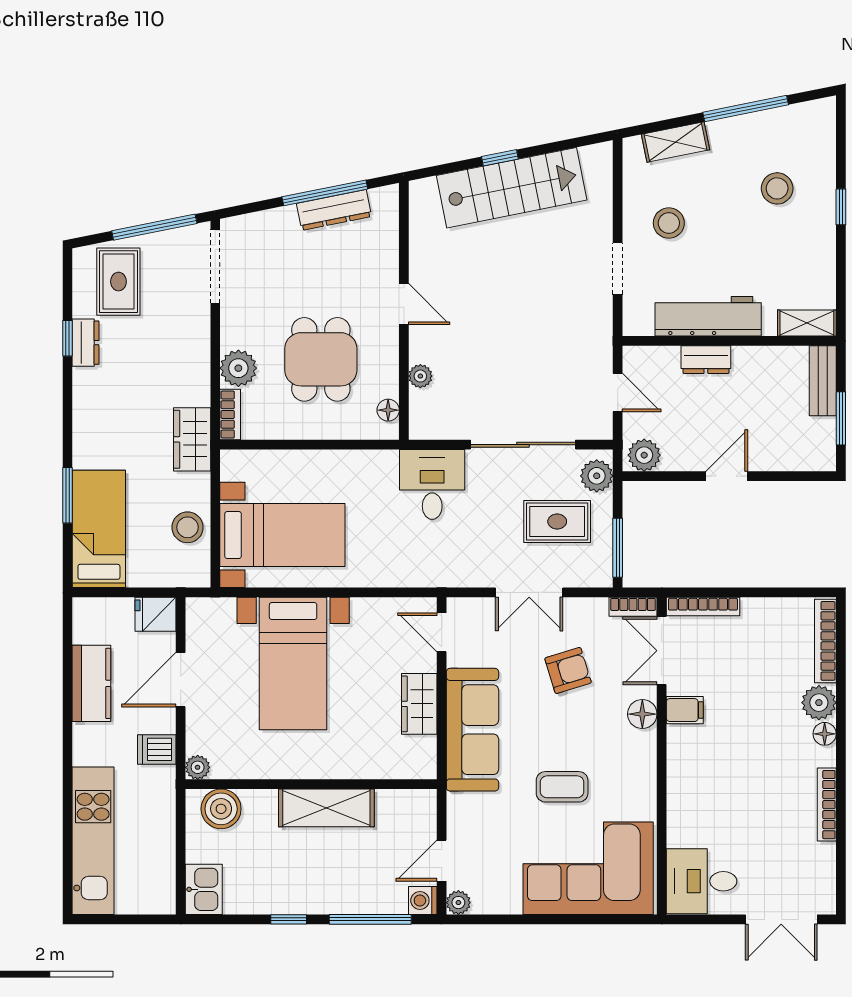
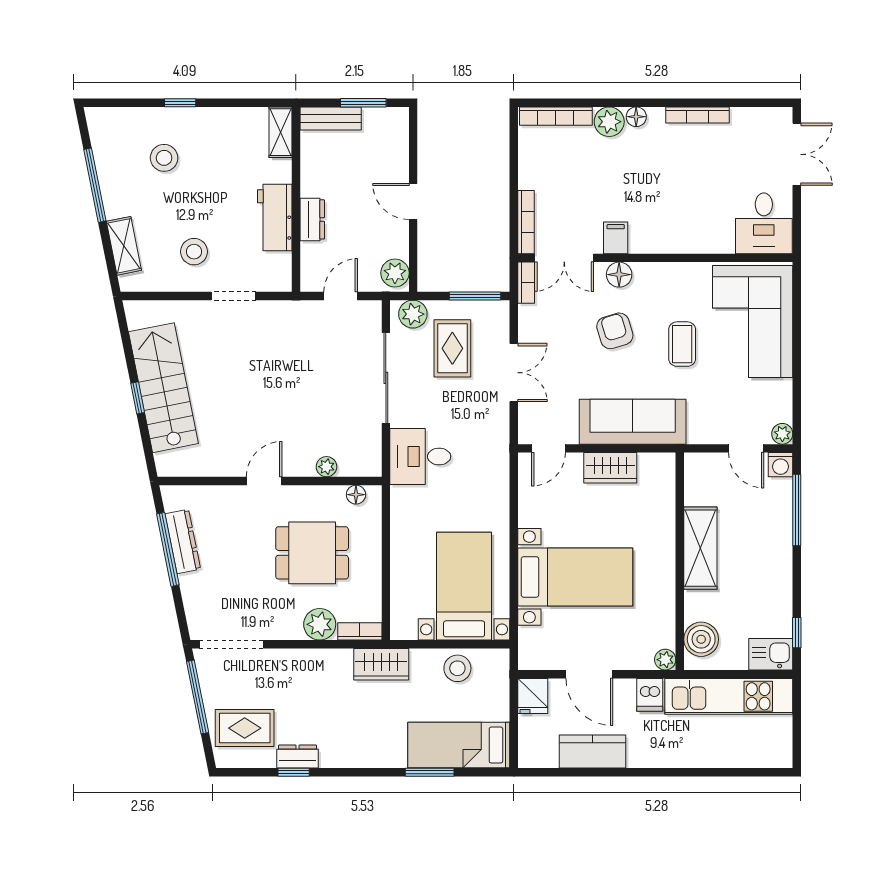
workbench: (708, 316) -> (275, 218), width x0.73
armchair: (568, 670) -> (615, 331), moved
kitchen unit: (93, 841) -> (729, 696), moved, turned 180
window: (289, 919) -> (797, 633), moved

